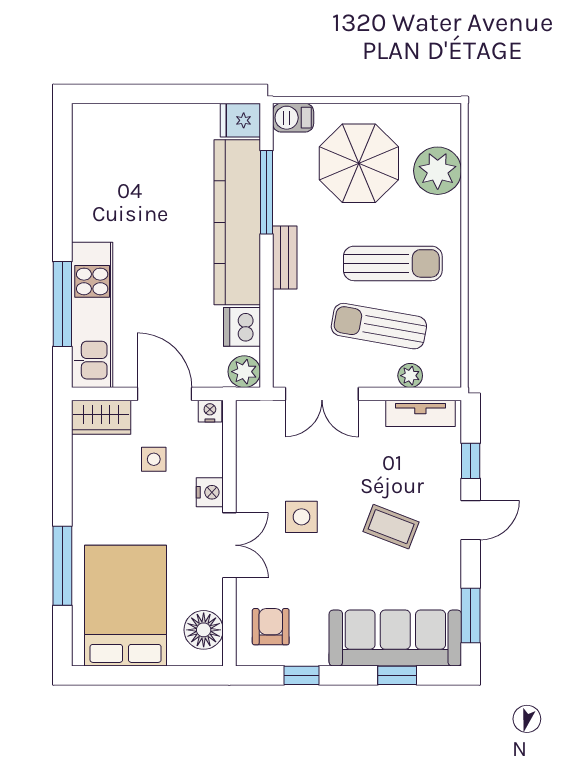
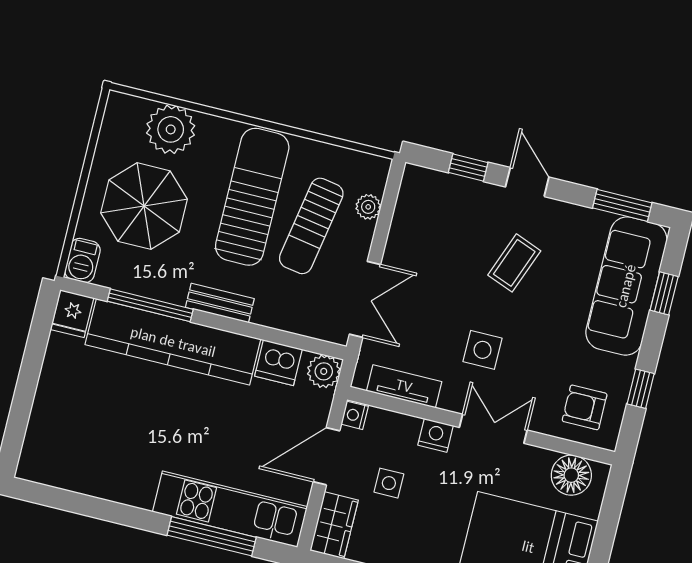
sun lounger: (393, 263) -> (252, 197), width x1.36, depth x1.34
tv unit: (420, 413) -> (404, 386), moved, turned -90

